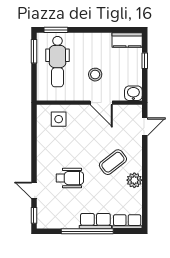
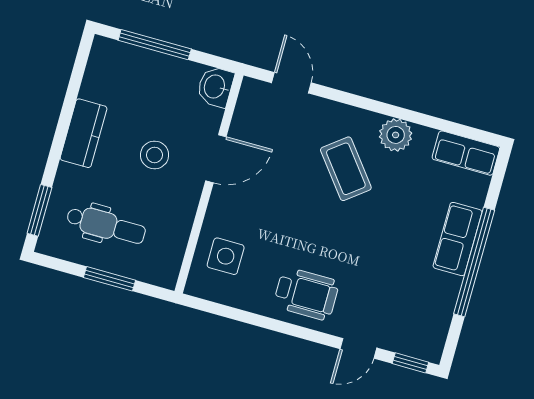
kitchen counter: (127, 40) -> (84, 133), moved
window: (34, 51) -> (109, 279), moved
window: (145, 61) -> (155, 45), width x2.17
dental chair: (58, 62) -> (106, 225), width x0.73, depth x0.72
wheelchair: (70, 178) -> (306, 294), moved, turned 90
row of seats: (127, 222) -> (466, 153), moved, turned -90

